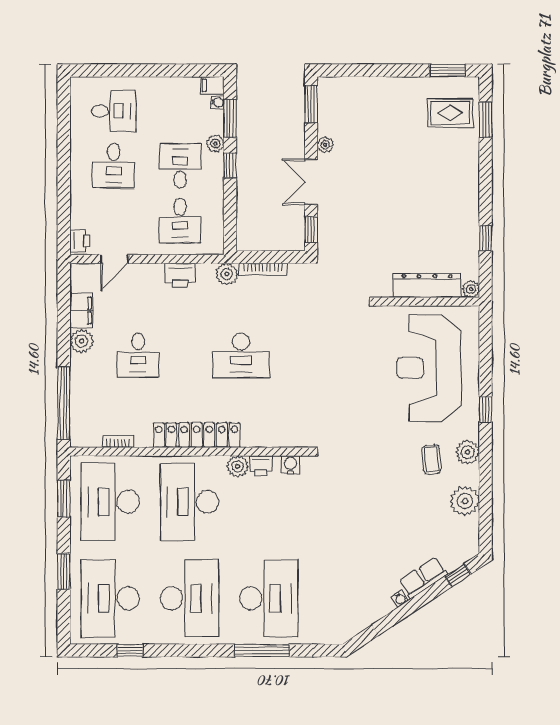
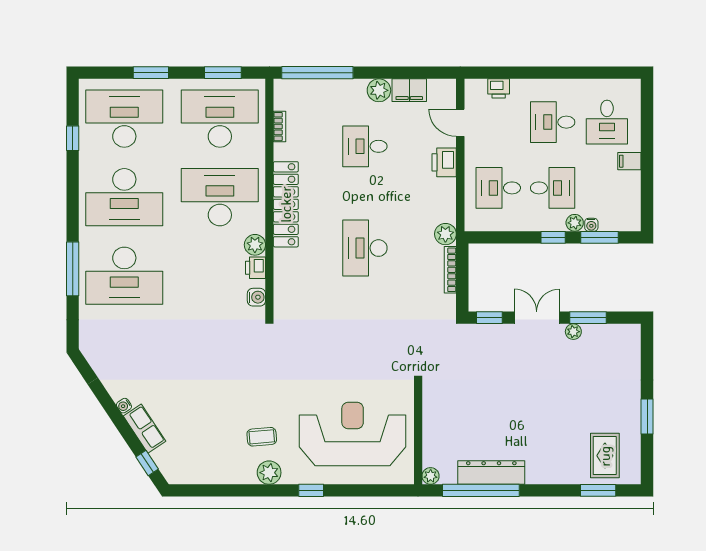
window: (447, 70) -> (647, 417), moved
filing cabinet: (212, 85) -> (629, 161), moved, turned -90
water cooler: (217, 102) -> (591, 225), moved
window: (311, 104) -> (588, 318), moved
window: (486, 238) -> (481, 490), width x3.17
printer: (80, 241) -> (499, 88), moved
printer: (180, 275) -> (444, 162), moved
dresser: (427, 286) -> (491, 472), moved, turned -90
plant: (465, 501) -> (221, 470), removed

